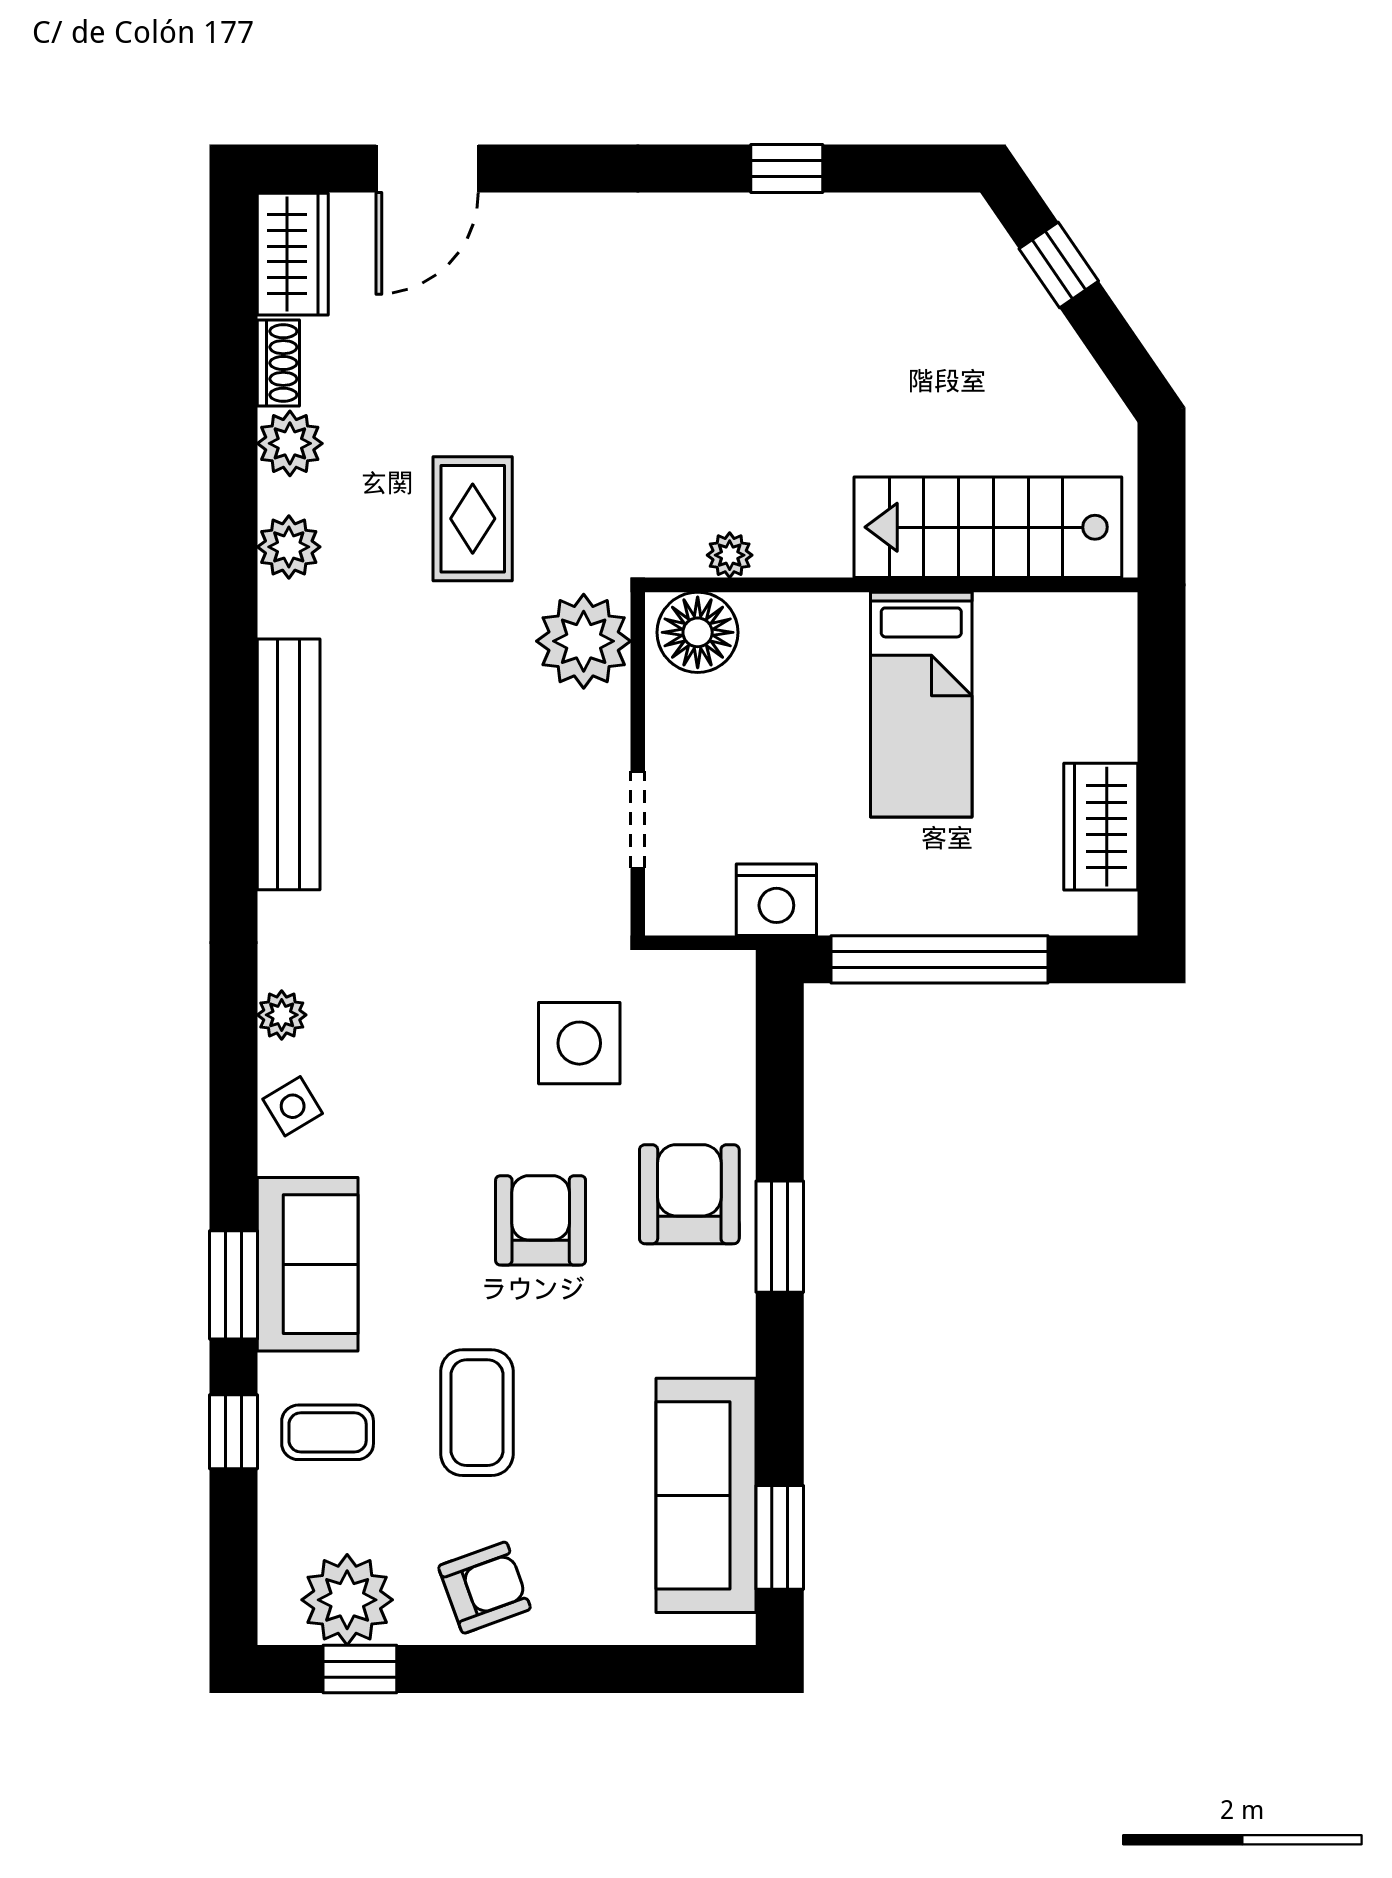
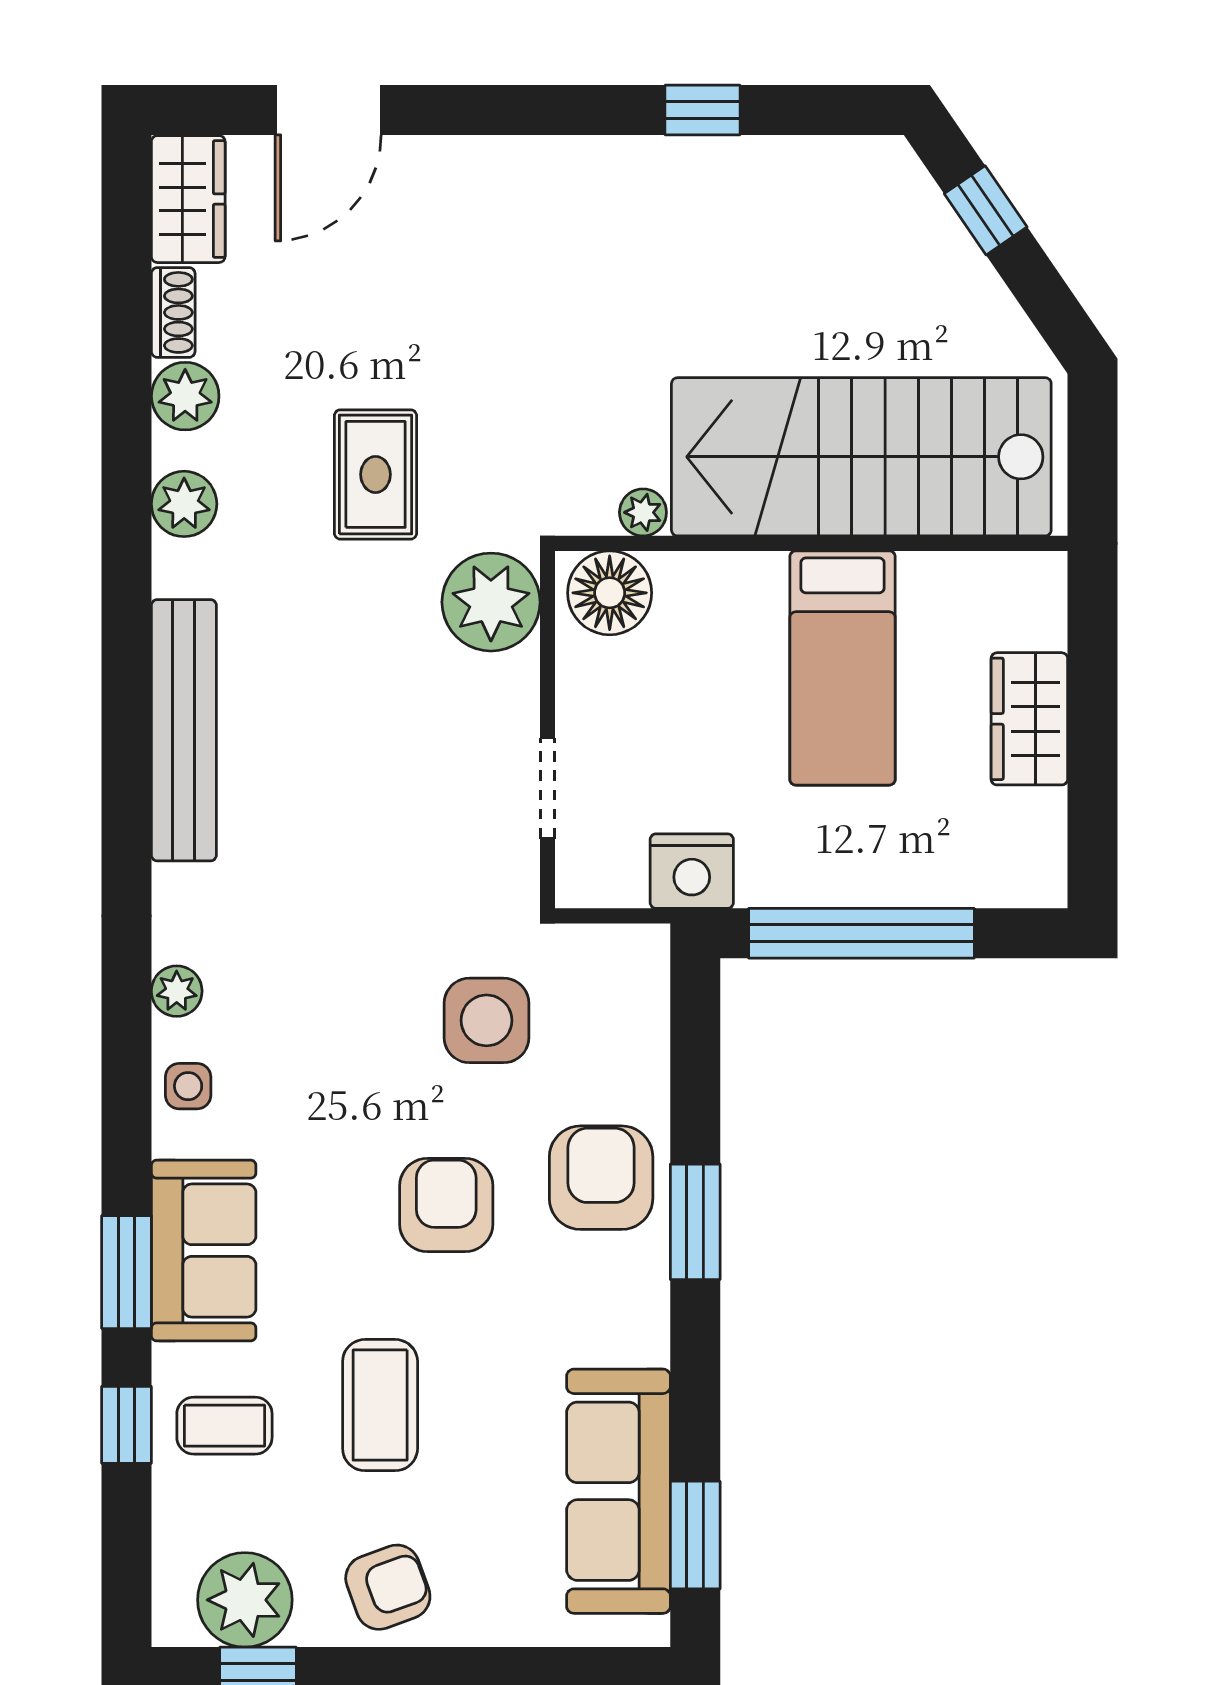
stairs: (988, 527) -> (861, 457), width x1.36, depth x1.51
wardrobe: (1101, 827) -> (1029, 719), moved
side table: (293, 1106) -> (188, 1086), turned 31

